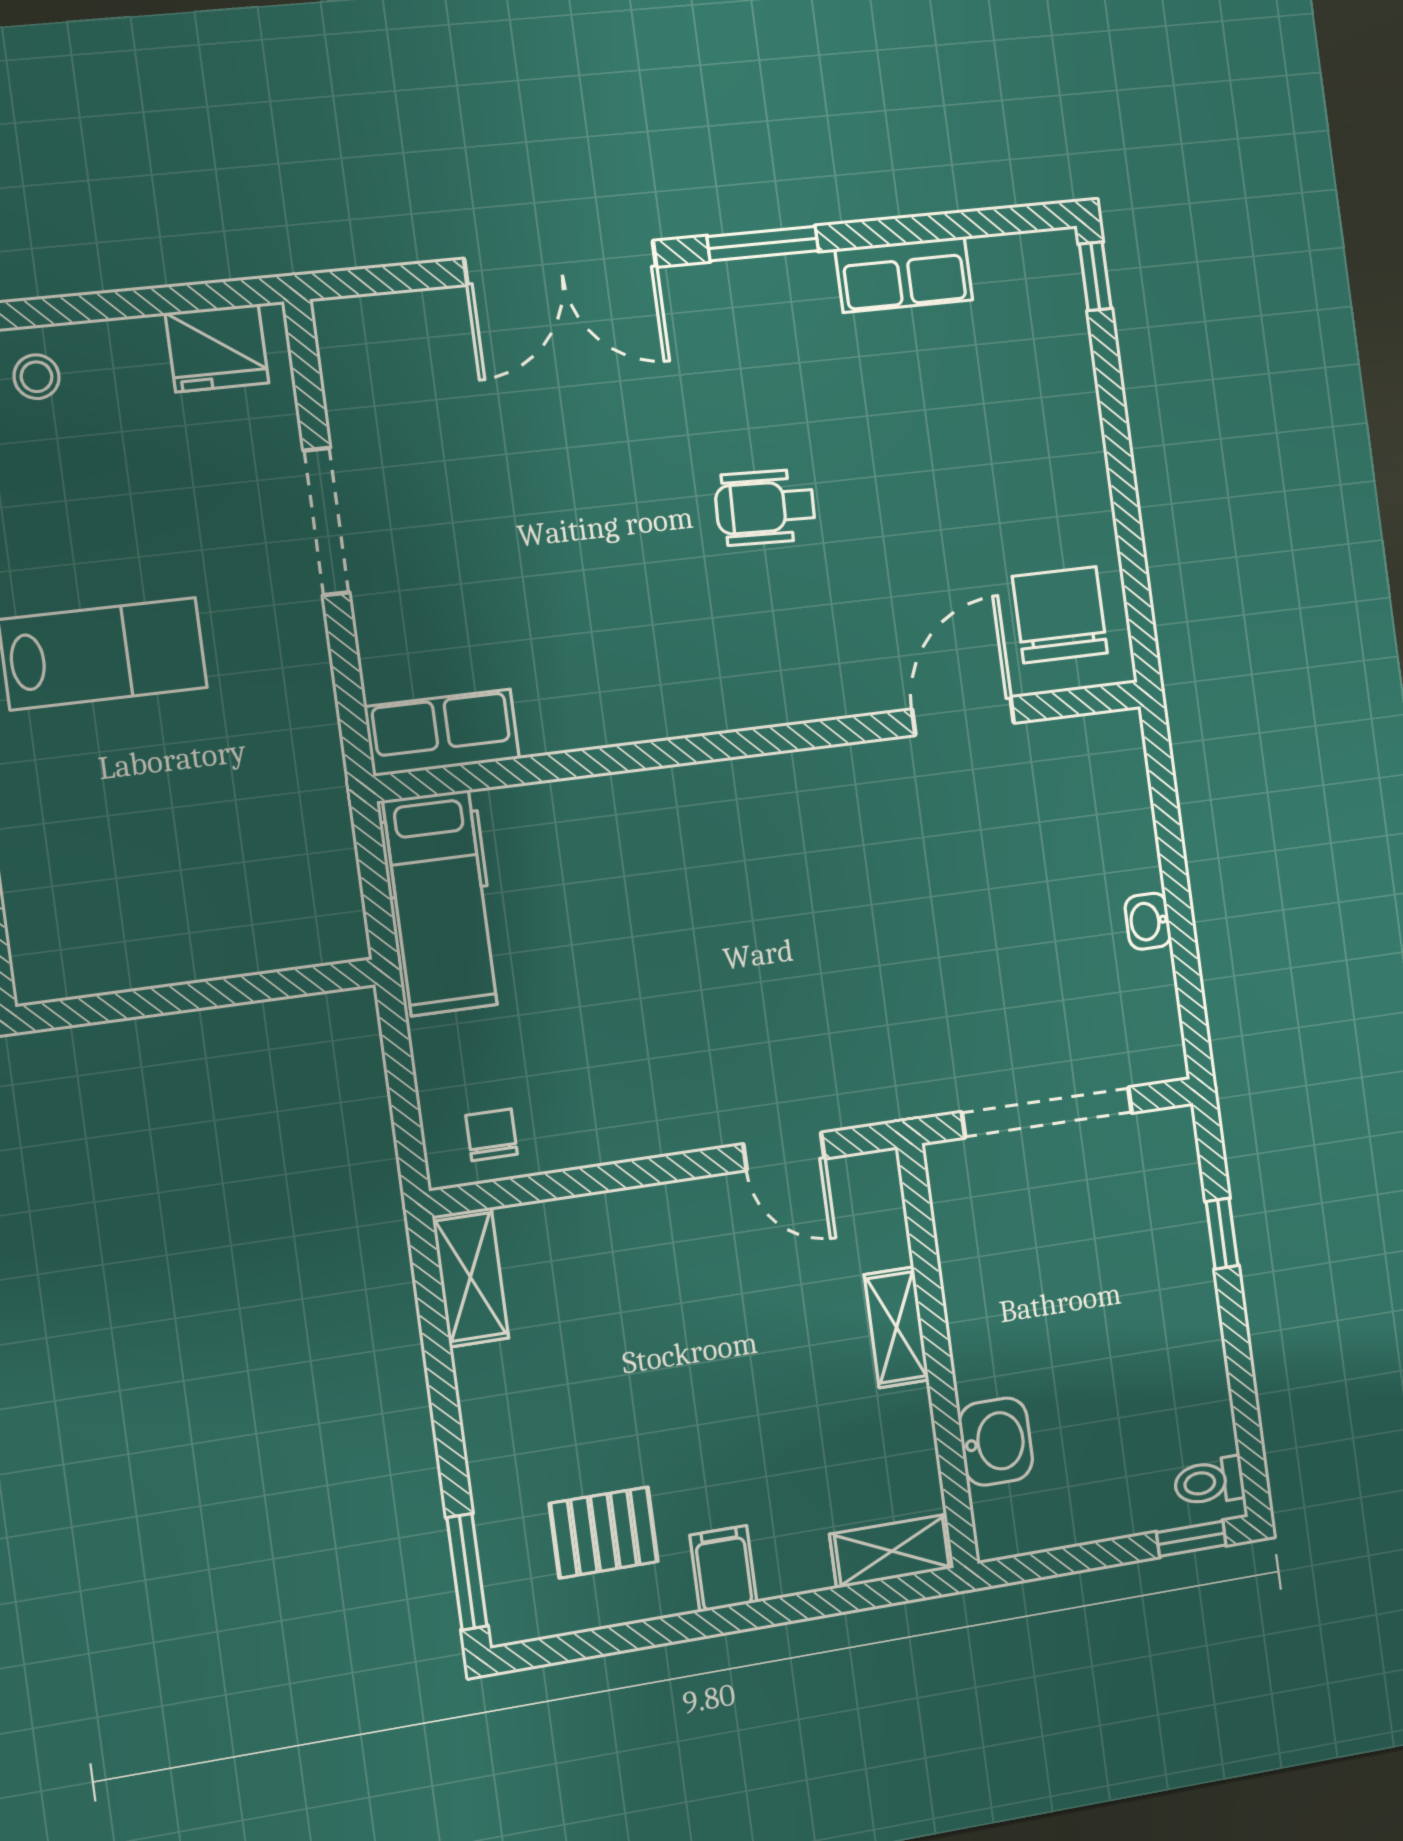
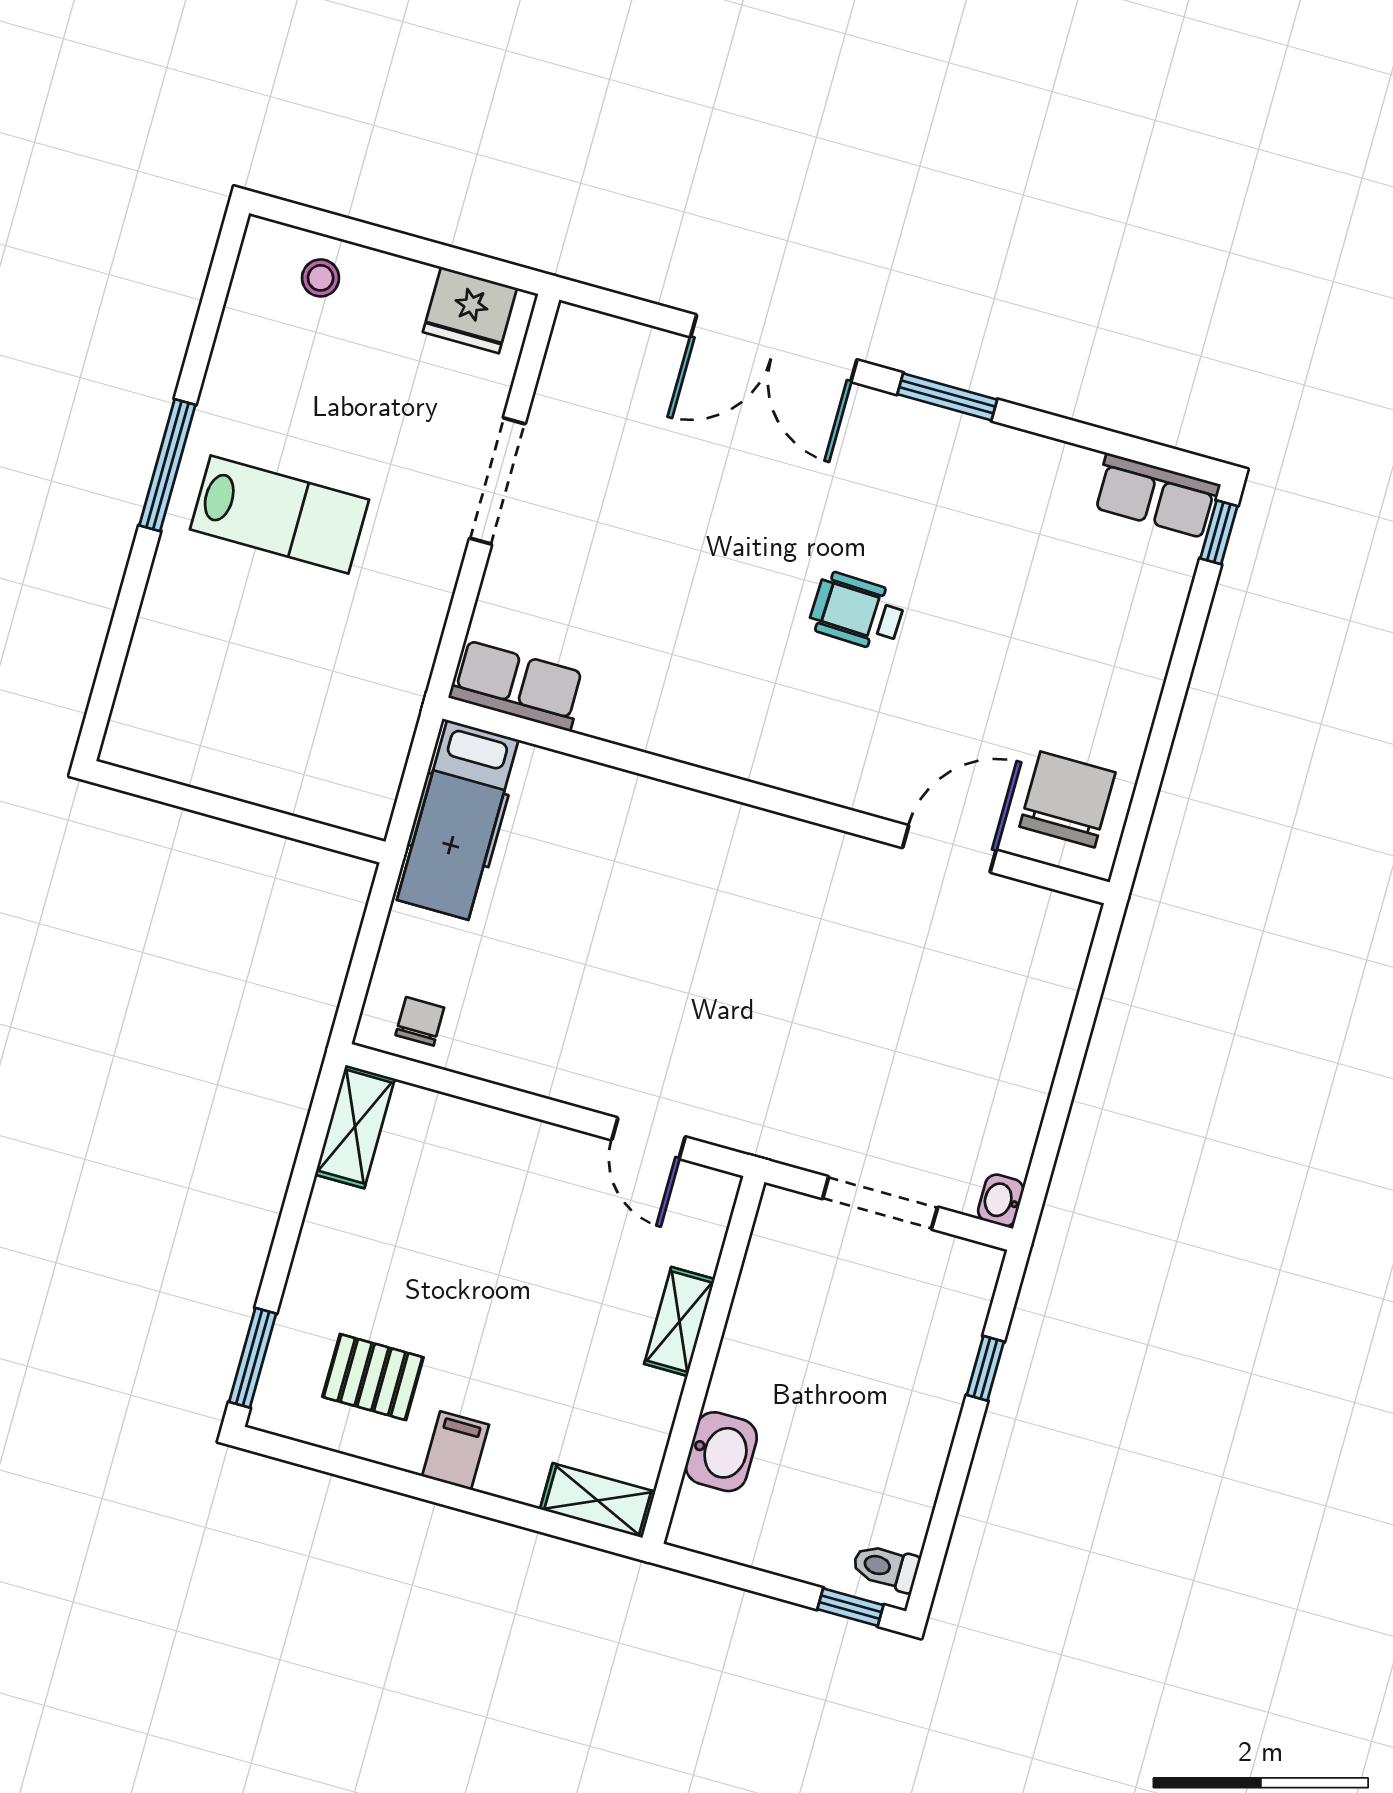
row of seats: (904, 274) -> (1156, 496), moved
washbasin: (1148, 921) -> (1001, 1200), moved
doorway: (1047, 1112) -> (880, 1203), width x0.73

